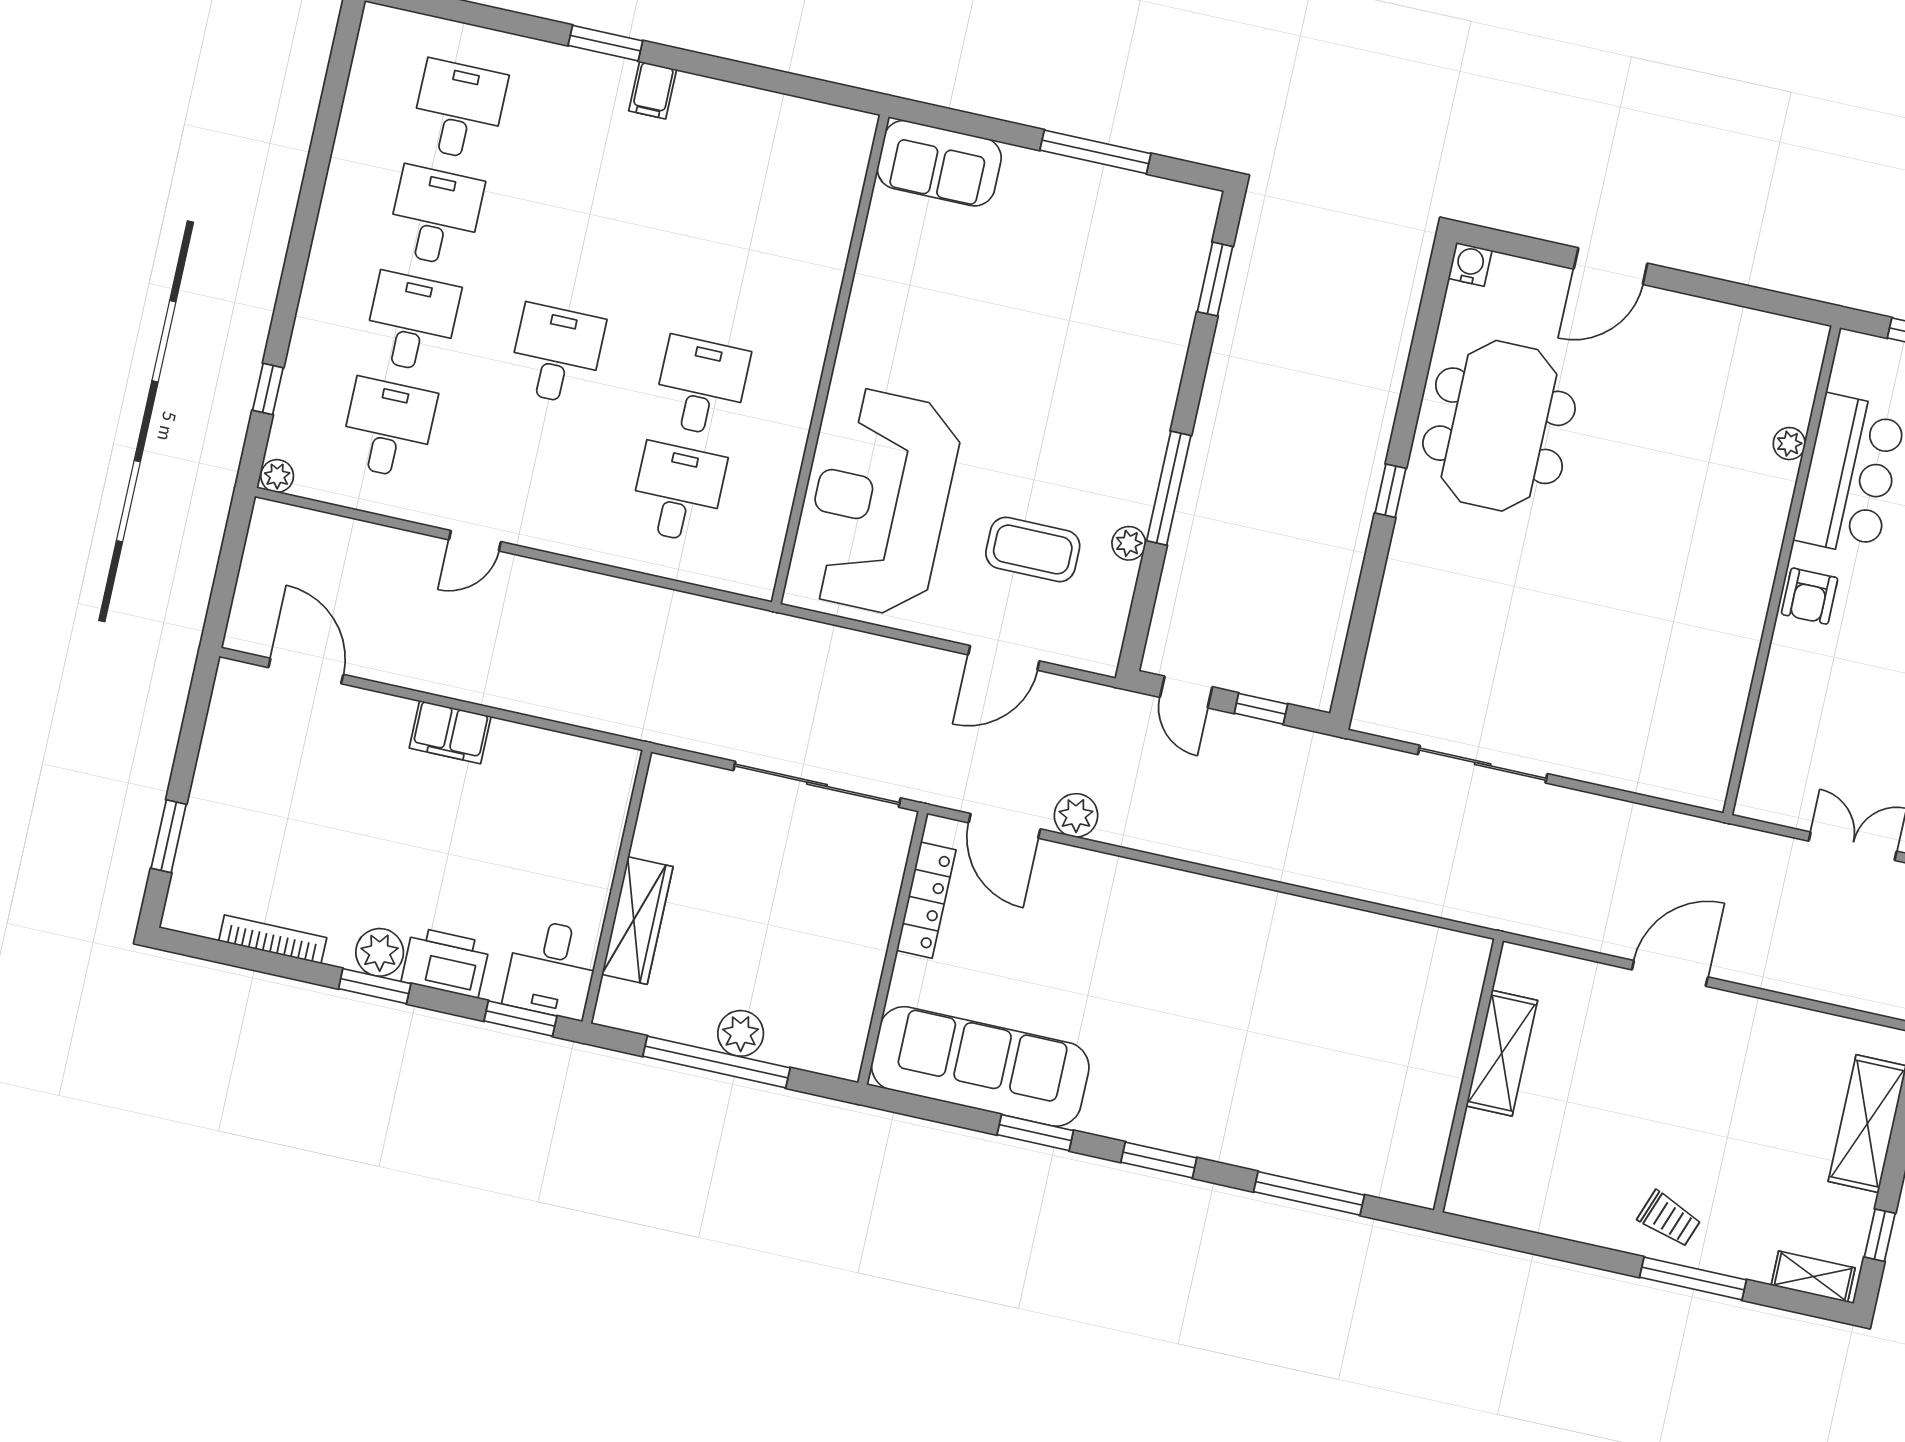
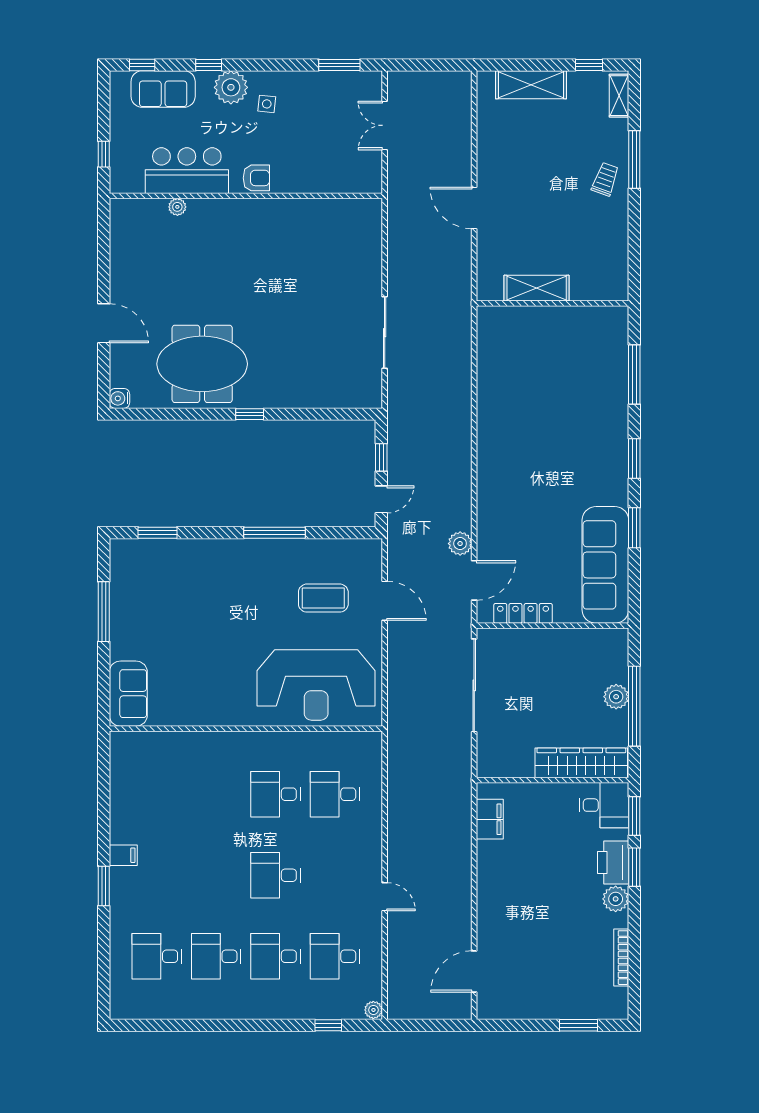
plant: (1129, 543) -> (309, 548), removed
coffee table: (1033, 549) -> (323, 598), turned 90
filing cabinet: (450, 732) -> (490, 819), moved
wardrobe: (637, 921) -> (581, 763), width x1.40, depth x1.17
window: (375, 986) -> (634, 867), moved

